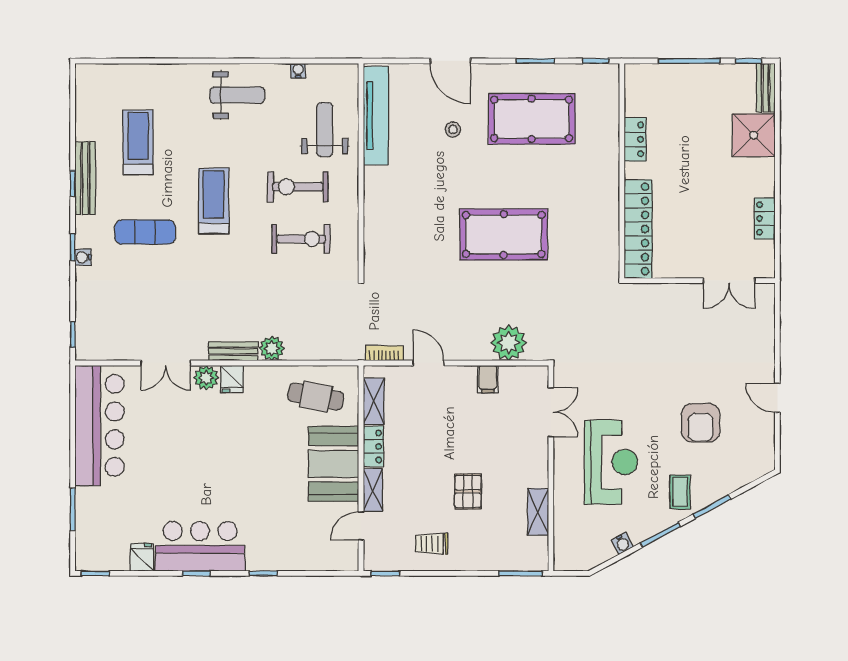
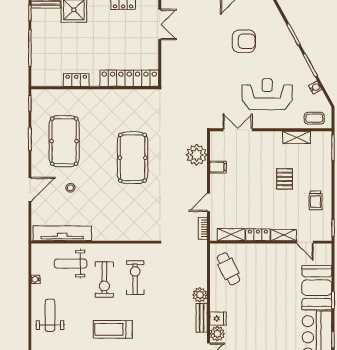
cafe table: (316, 397) -> (228, 269), turned -37
booth: (334, 464) -> (317, 288), moved, turned 90
pallet: (468, 491) -> (285, 179), turned 90
coffee table: (680, 492) -> (314, 118), moved

